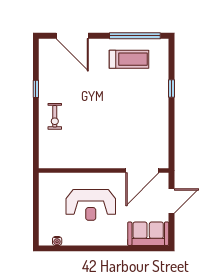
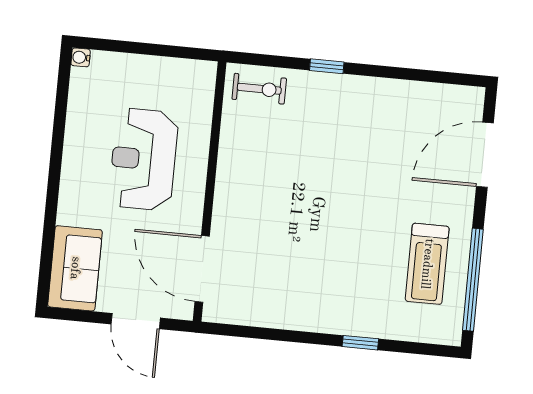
window: (36, 89) -> (327, 66), moved
exercise bike: (55, 116) -> (259, 89), moved, turned 180
water cooler: (57, 241) -> (81, 57), moved

